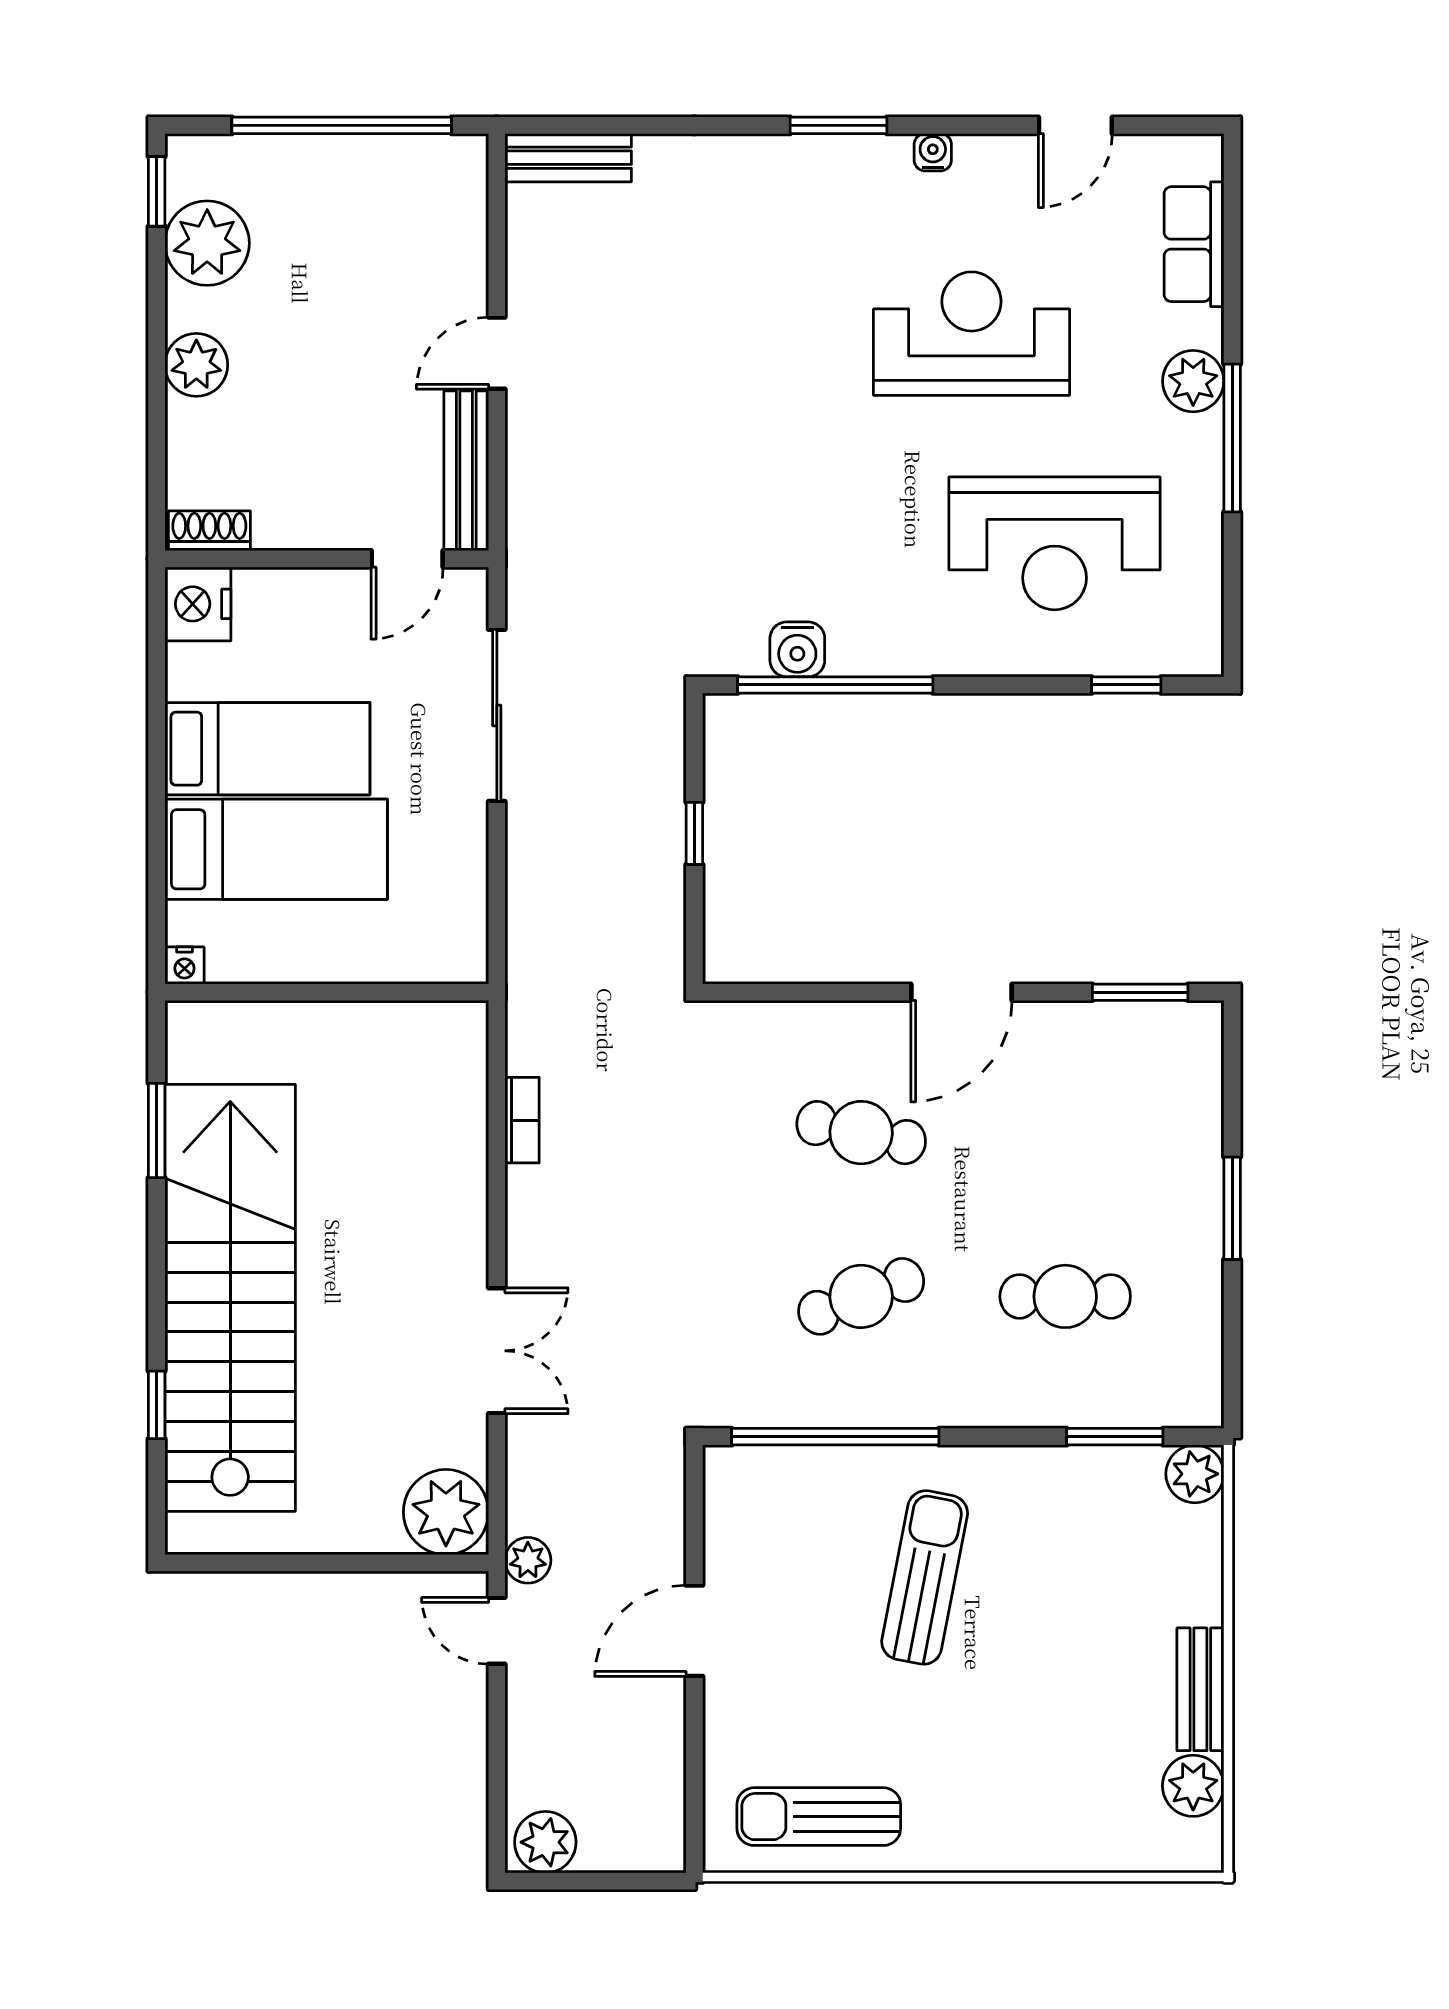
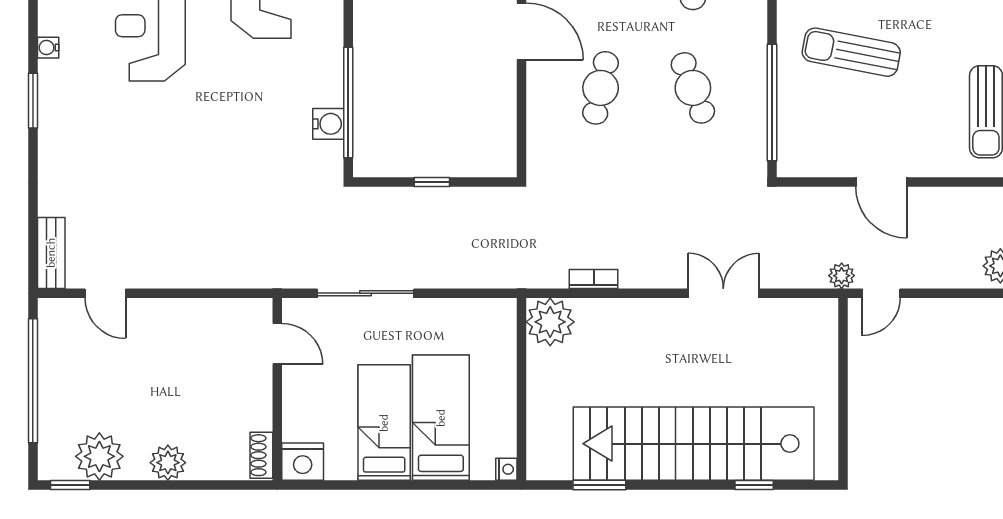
door: (497, 353) -> (105, 293), moved
bench: (466, 471) -> (228, 310), removed
plant: (446, 1512) -> (550, 322), moved

